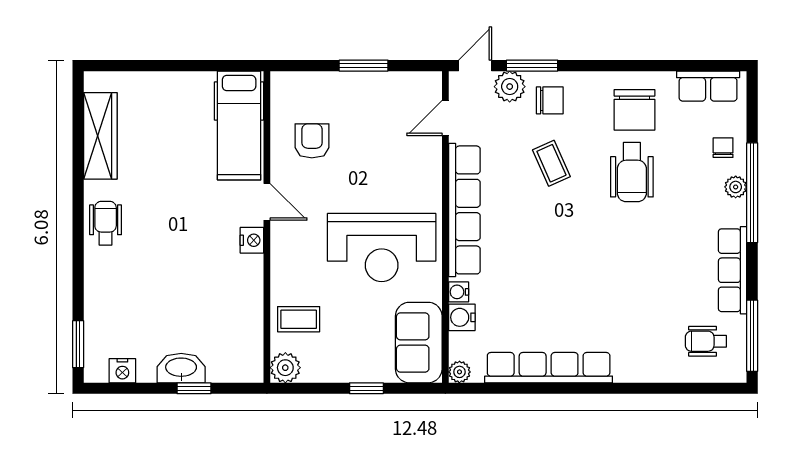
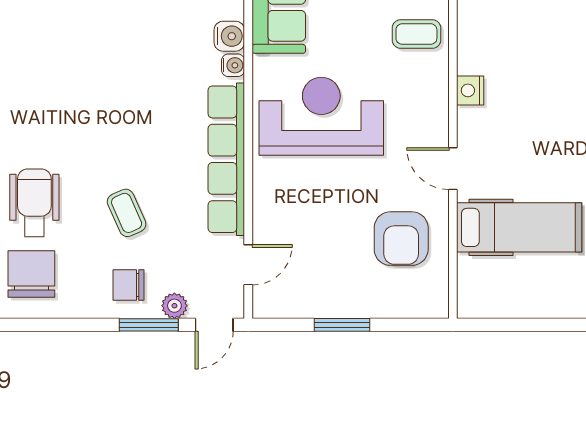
plant: (510, 87) -> (174, 306), width x0.73, depth x0.73
hospital bed: (239, 125) -> (519, 227), moved, turned 90
armchair: (312, 141) -> (401, 239), width x1.38, depth x1.38
nightstand: (252, 240) -> (470, 90), moved

